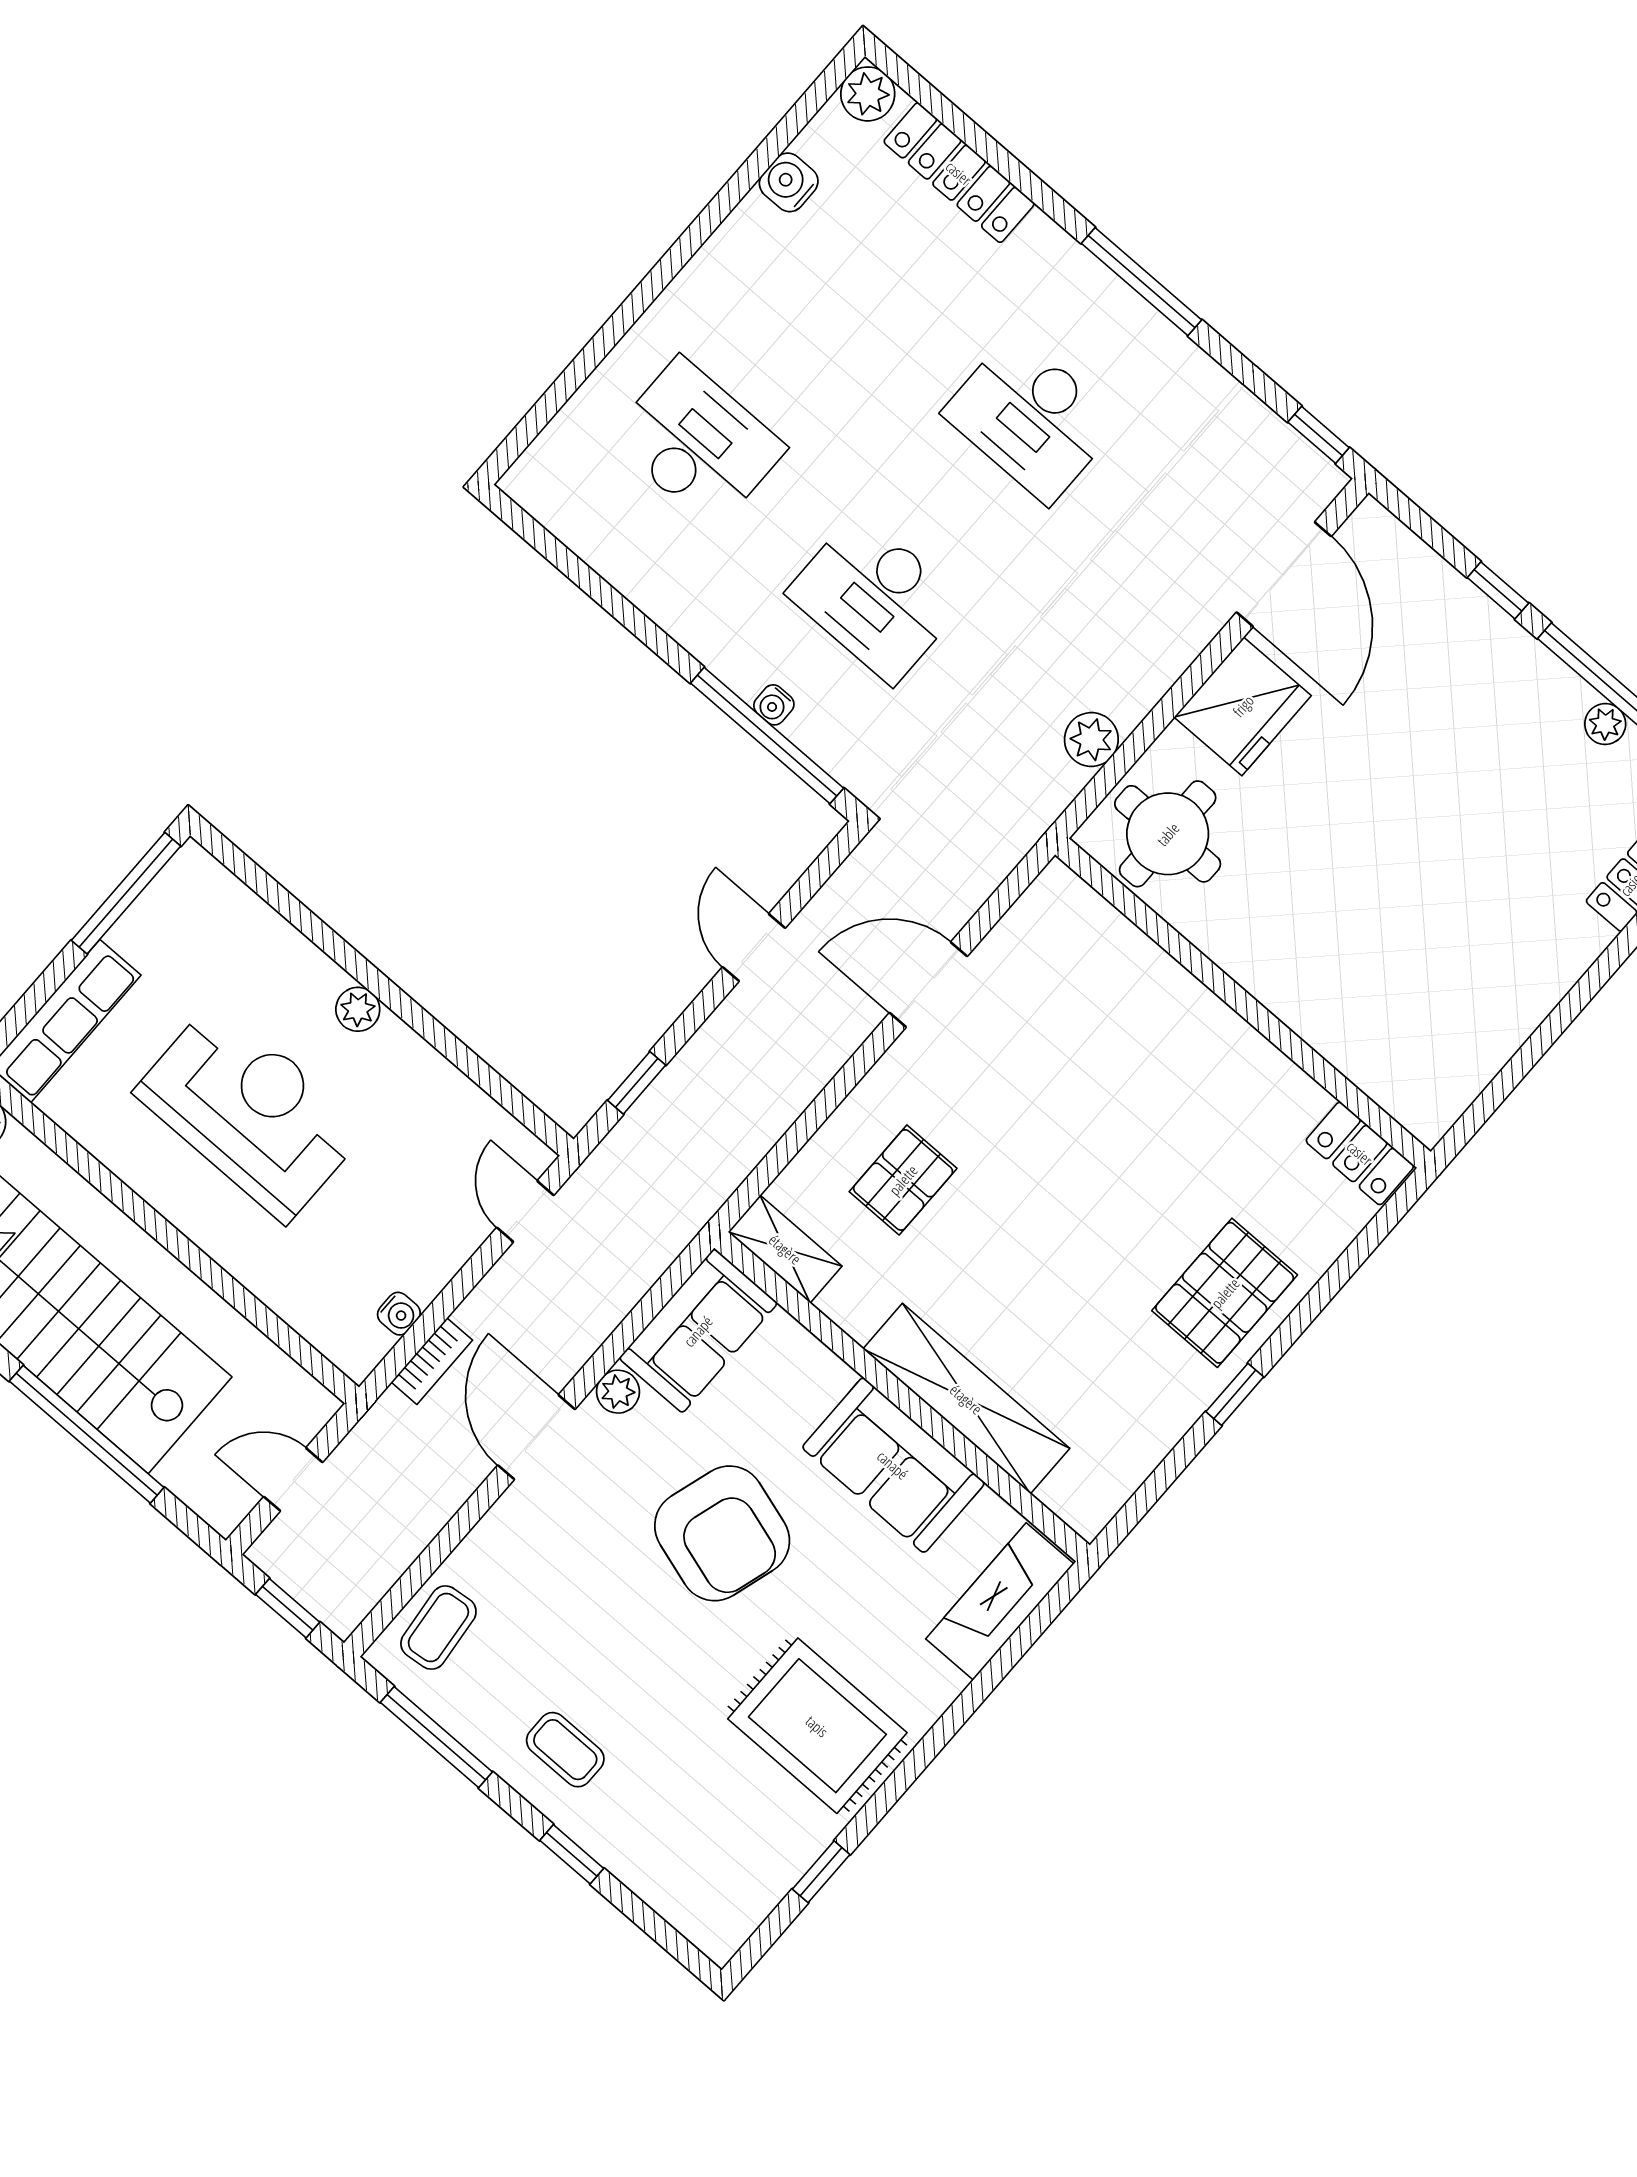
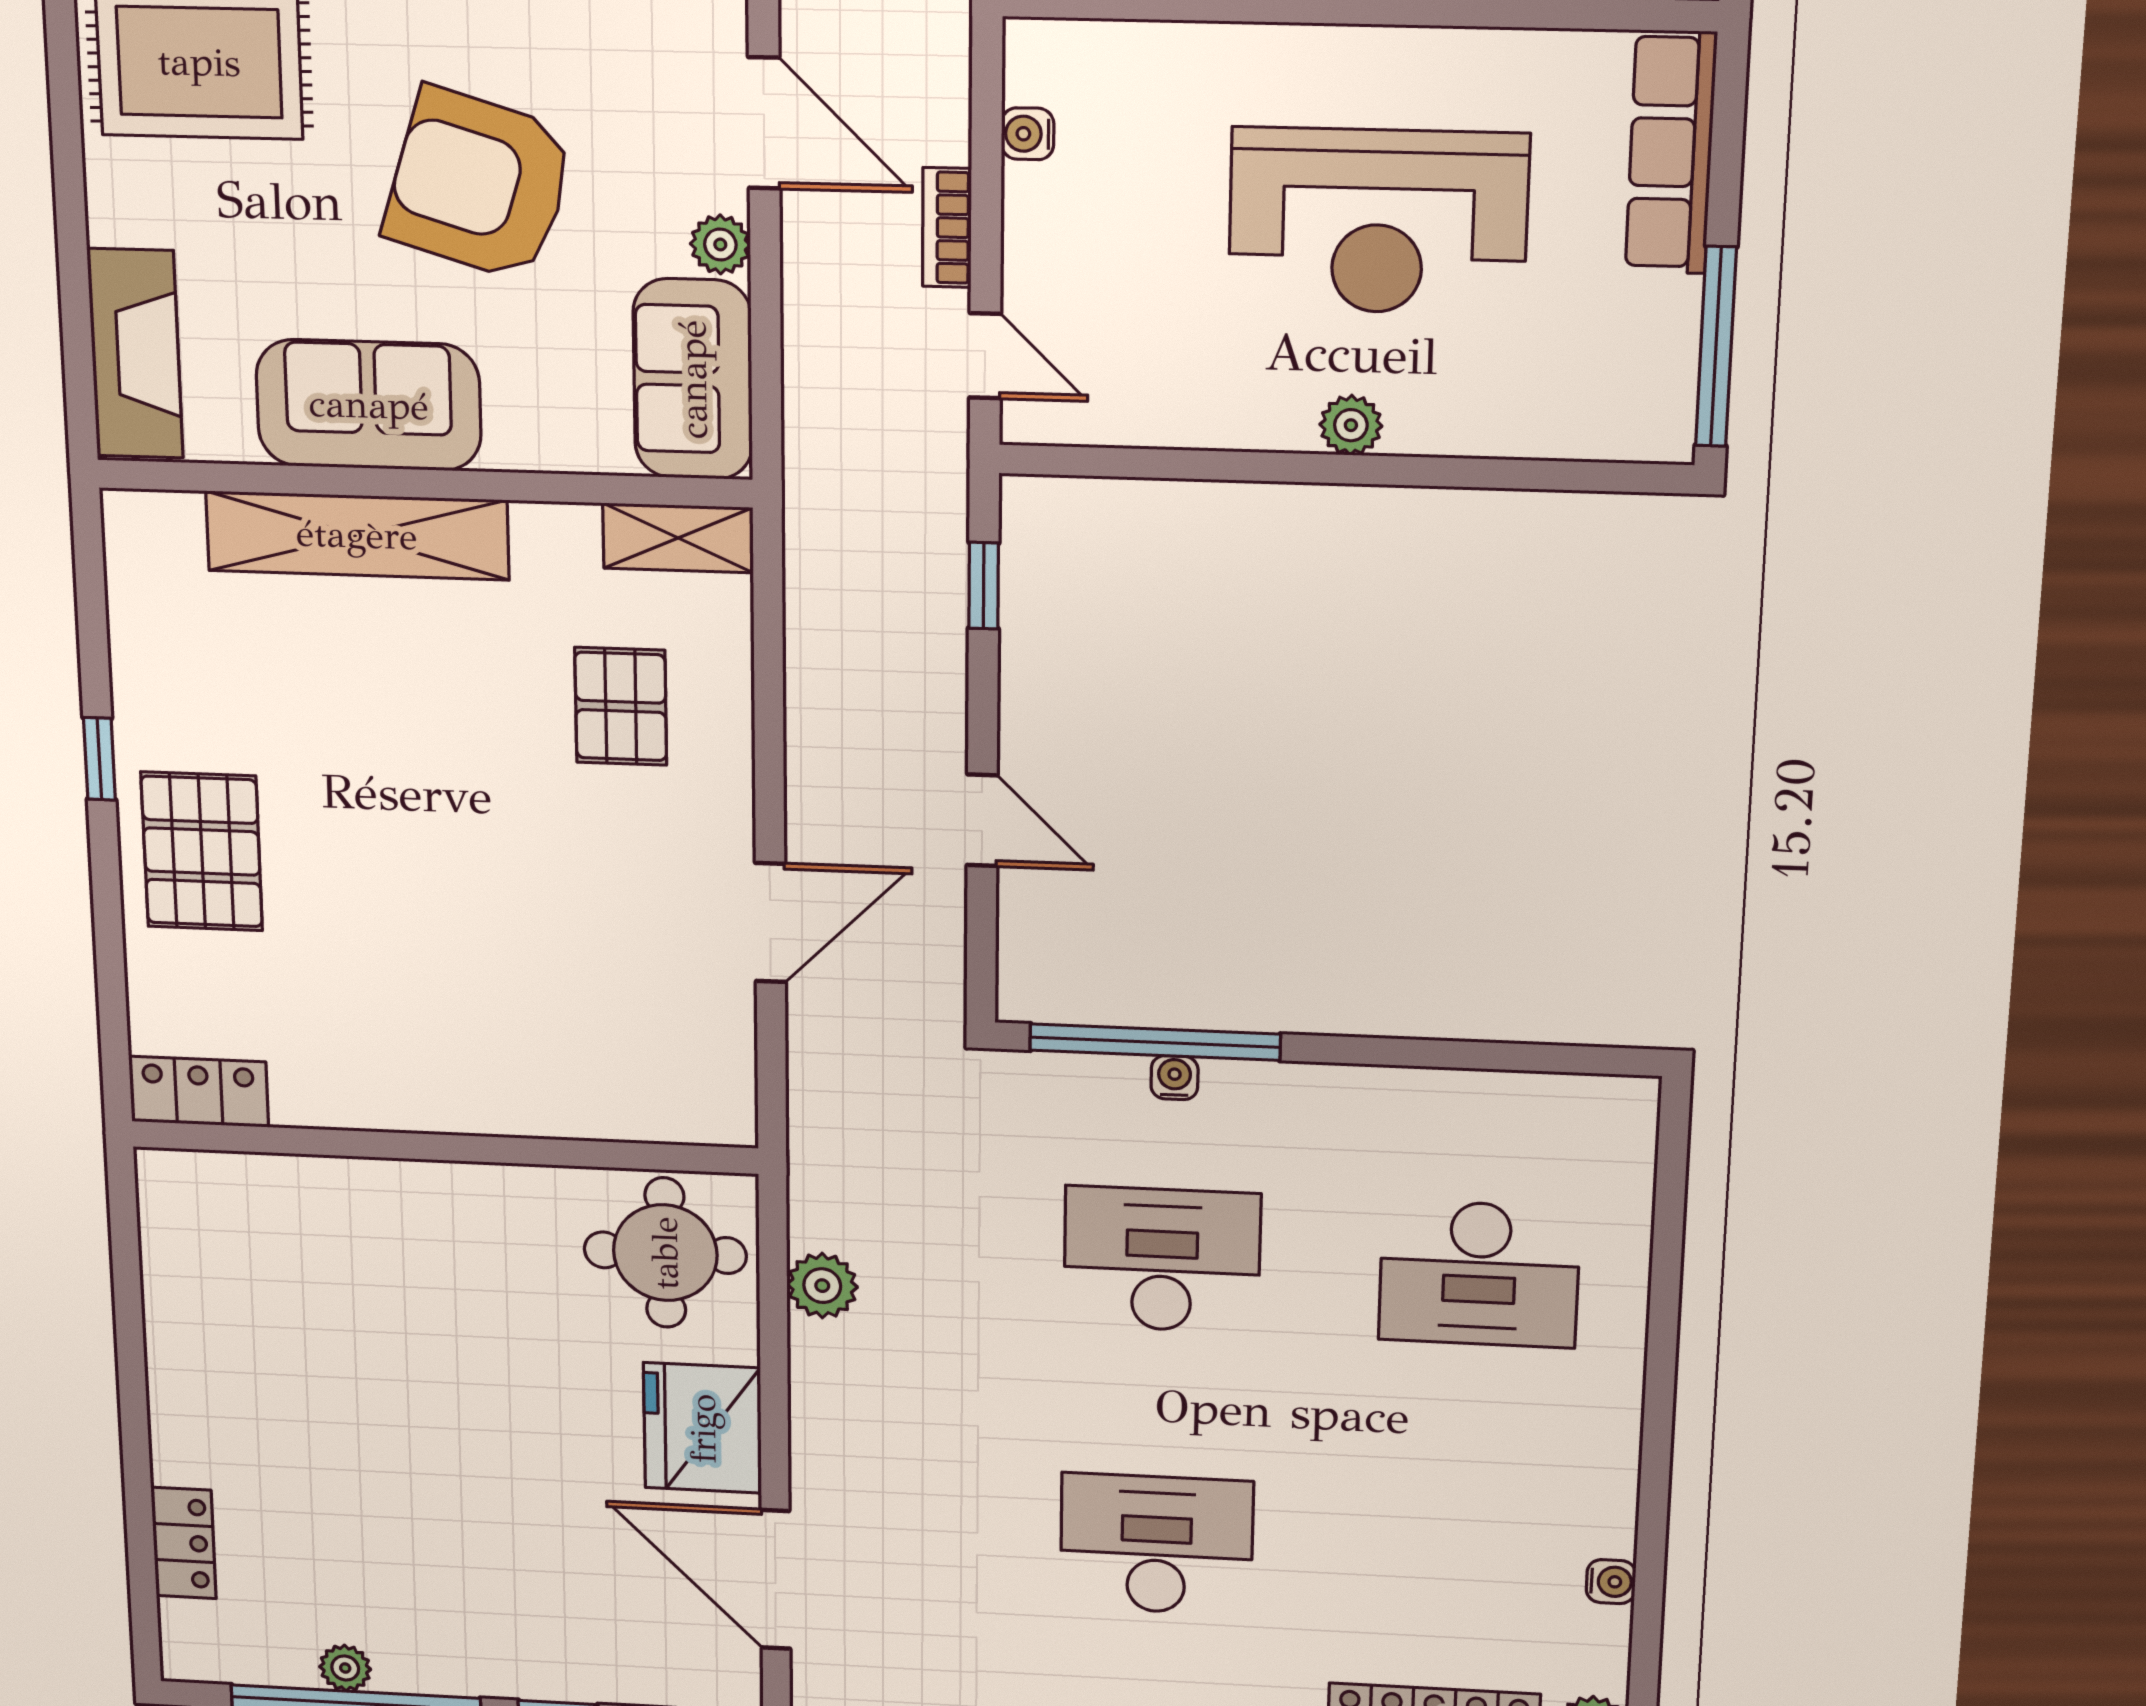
water cooler: (789, 182) -> (1611, 1582), width x0.72, depth x0.72
bookcase: (432, 1361) -> (947, 227), moved

